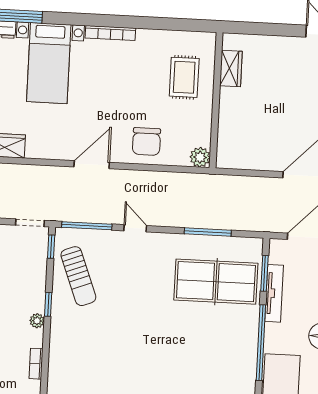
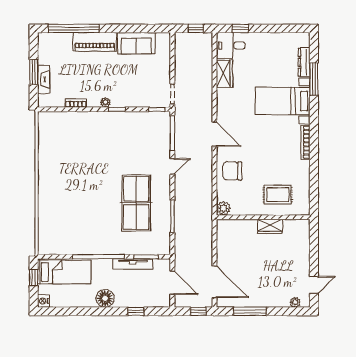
wardrobe: (231, 69) -> (270, 226), moved
sun lounger: (78, 276) -> (138, 129), removed
table tennis table: (216, 282) -> (136, 203), moved

